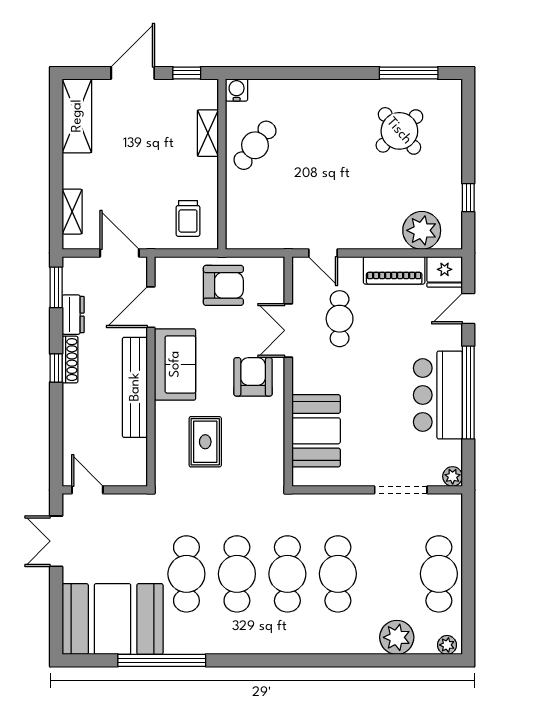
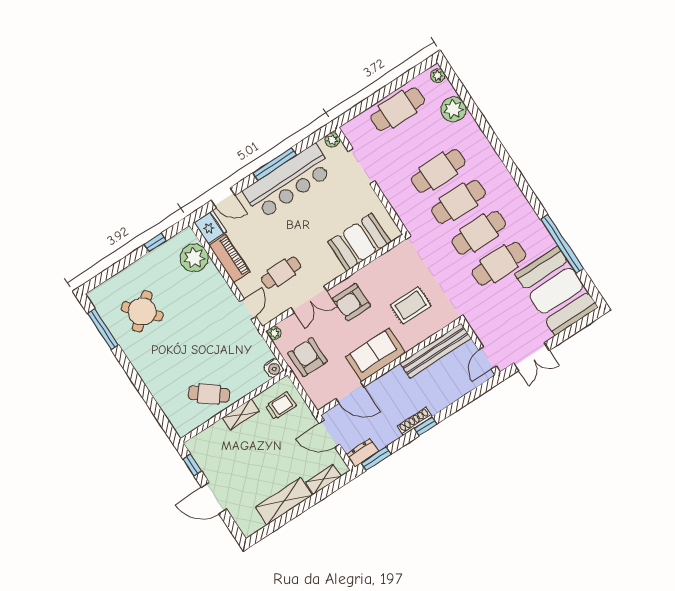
water cooler: (237, 90) -> (273, 368), moved, turned -90
shelving: (77, 116) -> (284, 501), moved
shelving: (208, 133) -> (241, 415), moved
door: (119, 253) -> (329, 434), hinge flipped
plant: (276, 265) -> (274, 333), added
dresser: (73, 315) -> (362, 453), moved
bench: (135, 387) -> (436, 351), moved
window: (468, 392) -> (275, 164), width x0.68
bar counter: (438, 395) -> (288, 182), width x1.36

